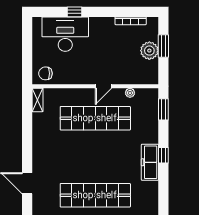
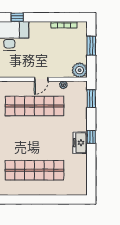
plant: (149, 51) -> (80, 70), moved
freezer: (150, 162) -> (80, 143), width x0.71

